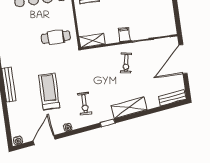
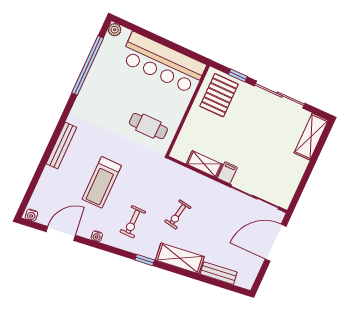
shelving: (92, 40) -> (204, 164), moved
exercise bike: (126, 63) -> (178, 214), moved
treadmill: (49, 91) -> (102, 182), turned 180
bench: (172, 98) -> (219, 273), moved

